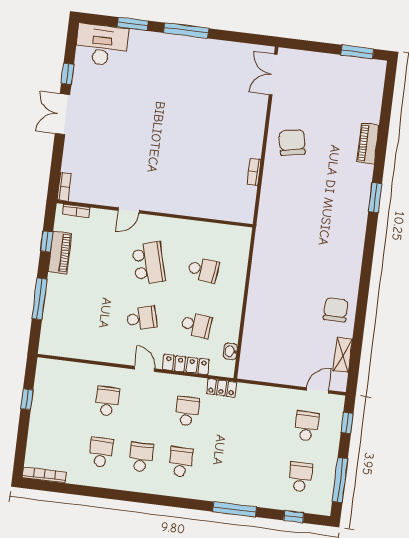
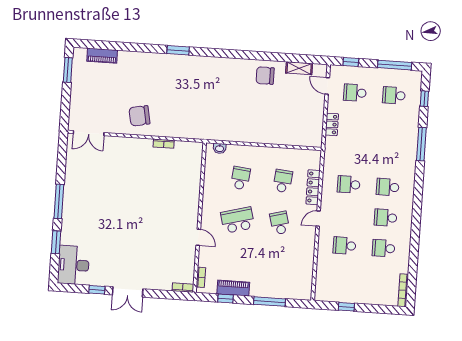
piano: (368, 143) -> (102, 56), moved
washbasin: (230, 351) -> (220, 148), moved
locker: (221, 388) -> (332, 124), moved

